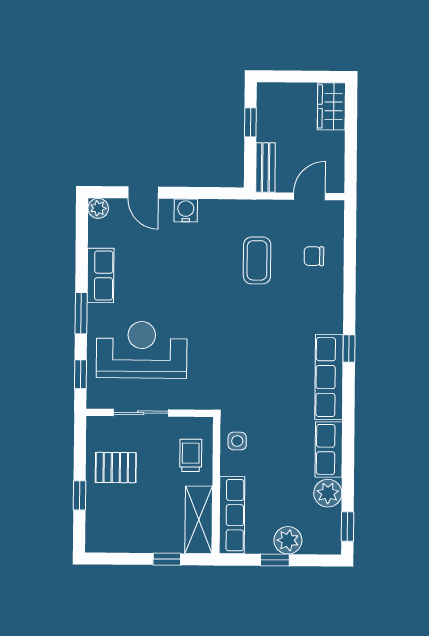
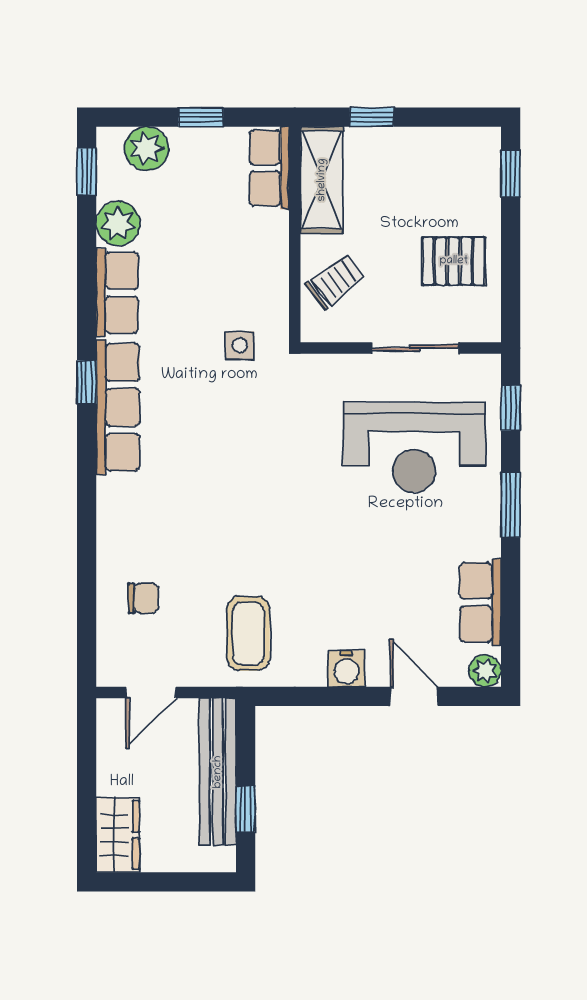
bench: (265, 168) -> (218, 772), width x1.86, depth x1.21
coffee table: (257, 260) -> (248, 633), moved
row of seats: (100, 275) -> (480, 602), moved
window: (349, 348) -> (87, 382), moved
side table: (237, 441) -> (240, 345), moved
trolley: (191, 455) -> (335, 281), turned -128
window: (80, 495) -> (511, 173), moved
row of seats: (232, 515) -> (269, 168), width x0.68
plant: (288, 540) -> (147, 148), moved

